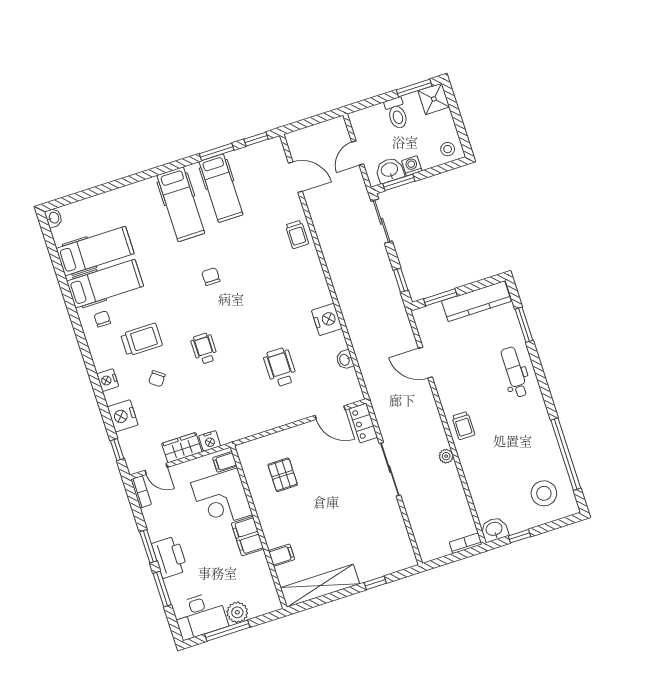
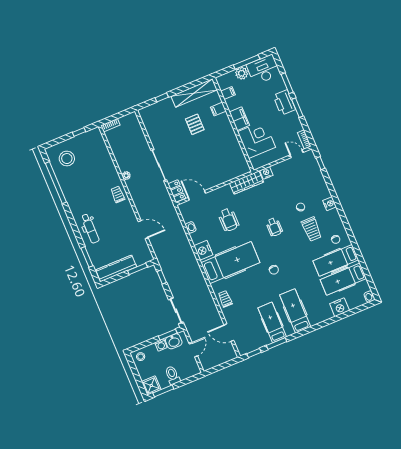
hospital bed: (283, 295) -> (230, 263), added
trolley: (141, 340) -> (312, 229), turned -90
nightstand: (123, 416) -> (340, 307), moved, turned 90
wardrobe: (182, 448) -> (246, 183), moved, width x1.50
filing cabinet: (225, 462) -> (228, 93), moved
pallet: (283, 475) -> (195, 124), moved
washbasin: (494, 529) -> (94, 135), removed

